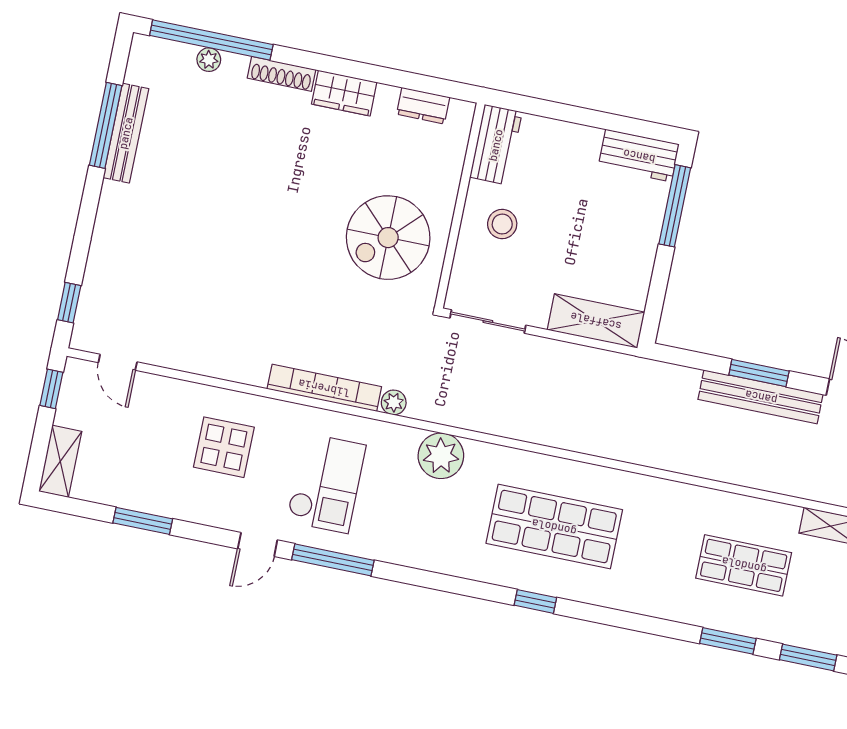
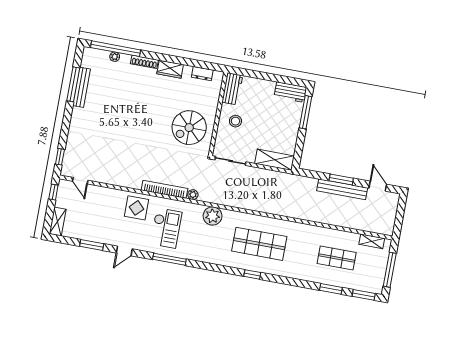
display table: (224, 447) -> (136, 208), moved
door: (258, 544) -> (124, 251), moved

